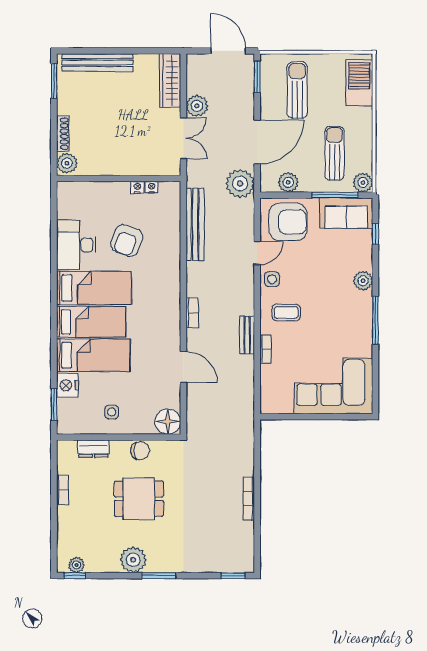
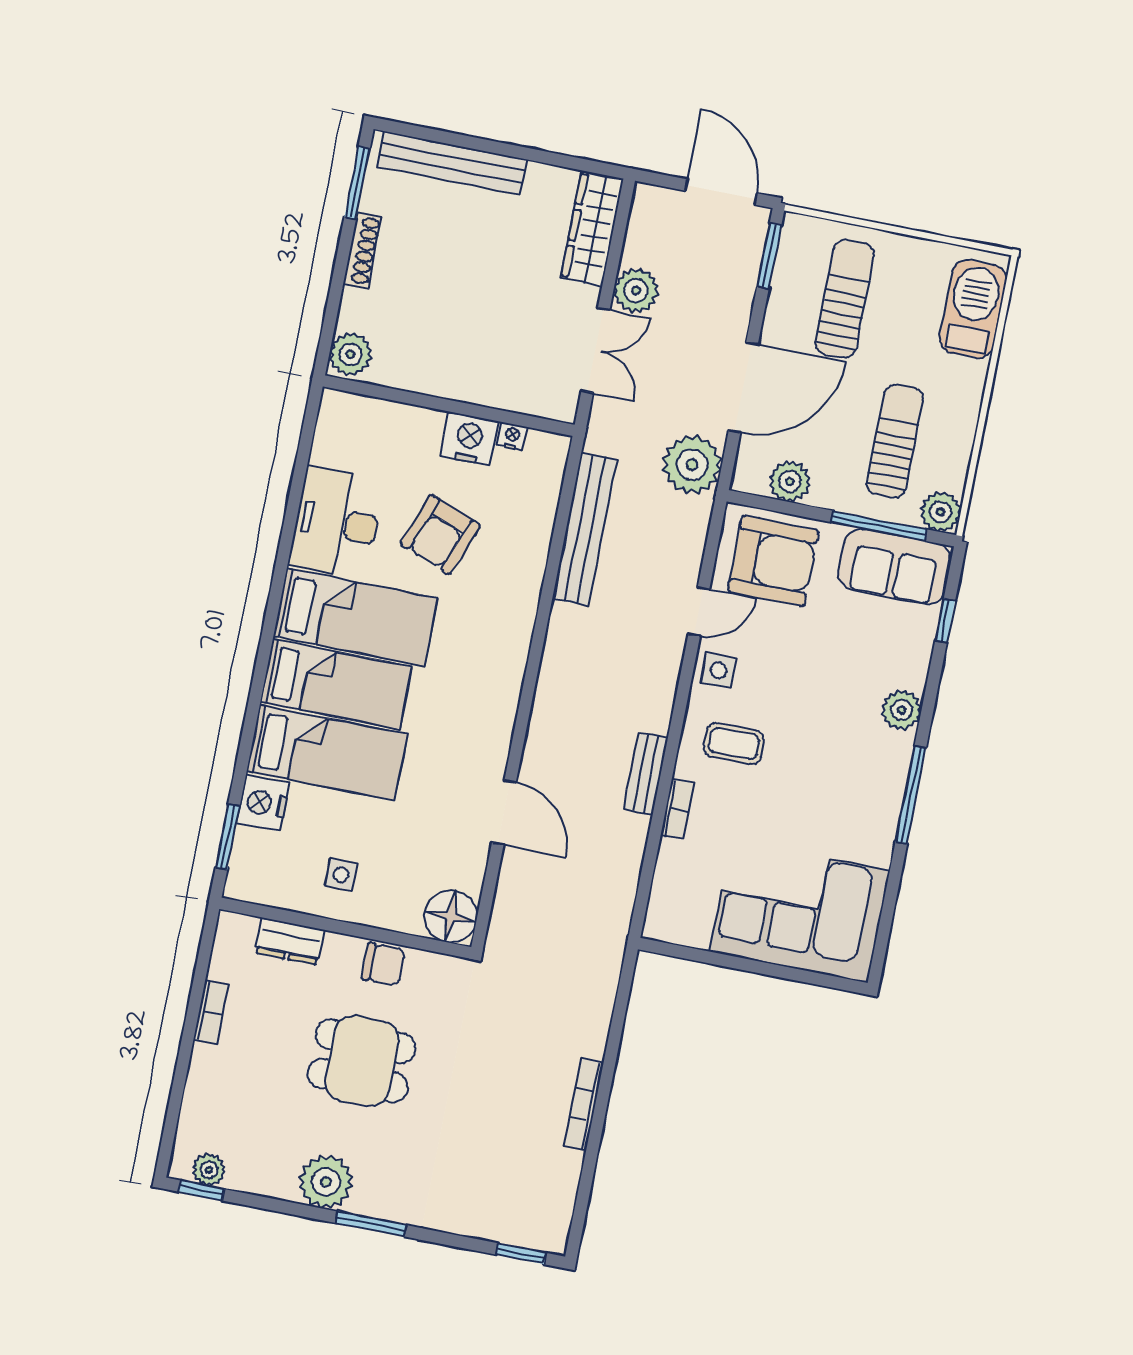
shoe rack: (63, 134) -> (362, 250), moved
nightstand: (137, 187) -> (469, 439), width x1.89, depth x1.79
bookcase: (192, 313) -> (543, 706), removed

